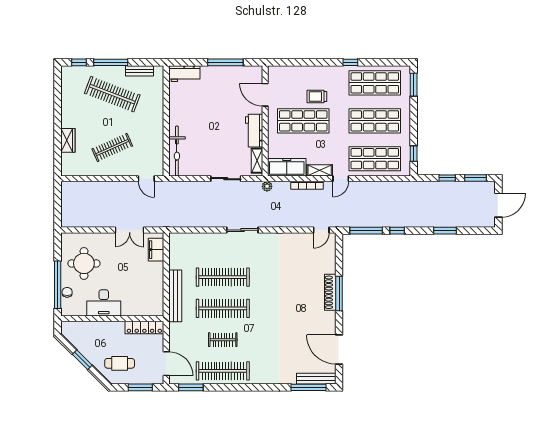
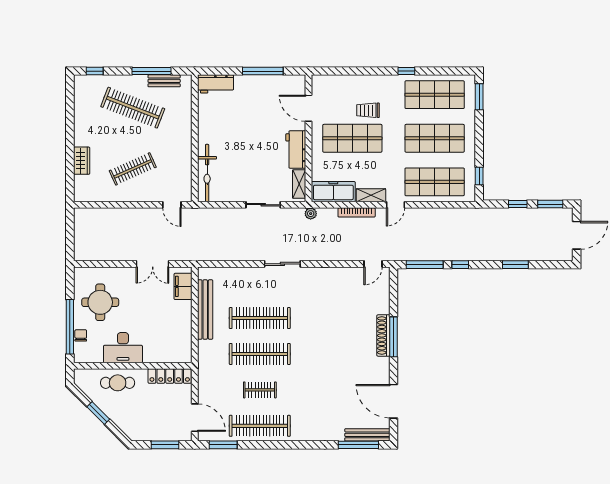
window: (111, 62) -> (152, 71), moved
bench: (175, 296) -> (205, 310), moved
cafe table: (120, 363) -> (118, 383), moved

